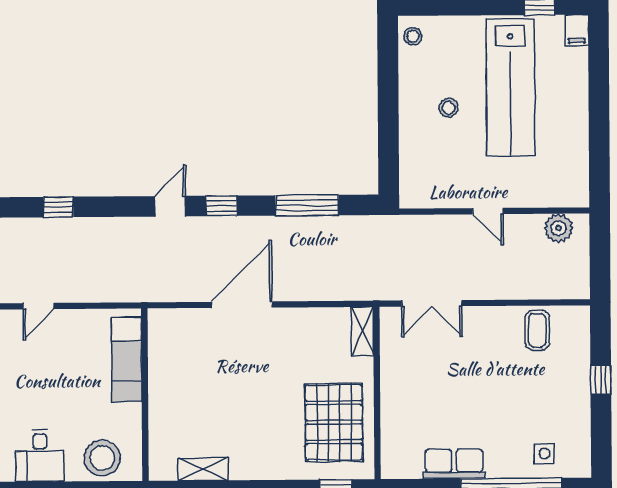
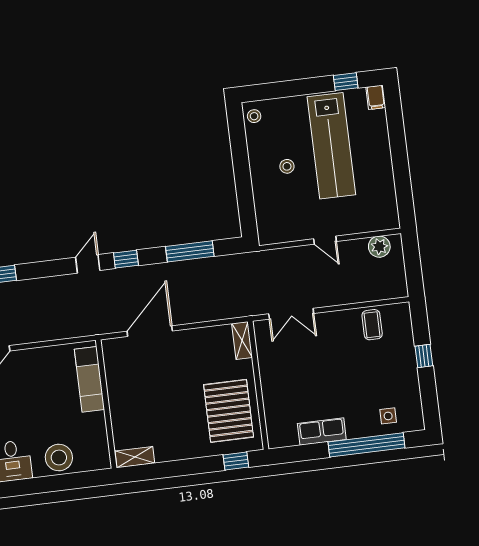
exam couch: (127, 360) -> (89, 379), moved
wall: (145, 395) -> (106, 404), moved

